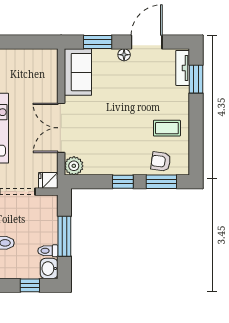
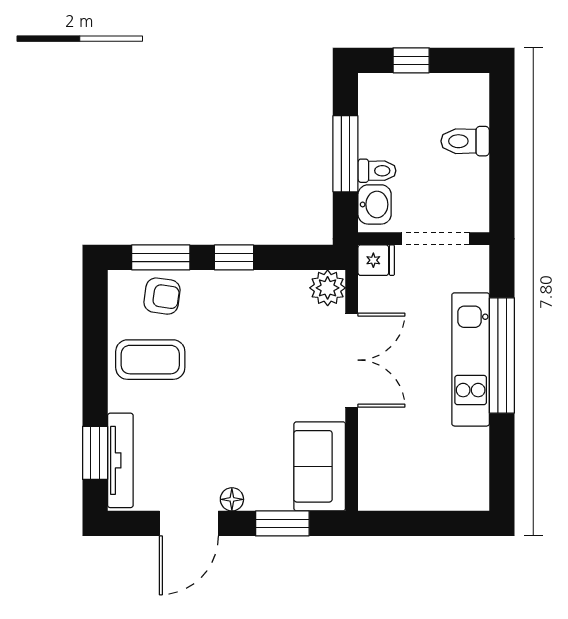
tv unit: (183, 68) -> (120, 460), width x1.41
coffee table: (167, 128) -> (150, 360), width x1.36, depth x1.30
toilet: (48, 251) -> (377, 171), moved
washbasin: (49, 269) -> (375, 204), moved

